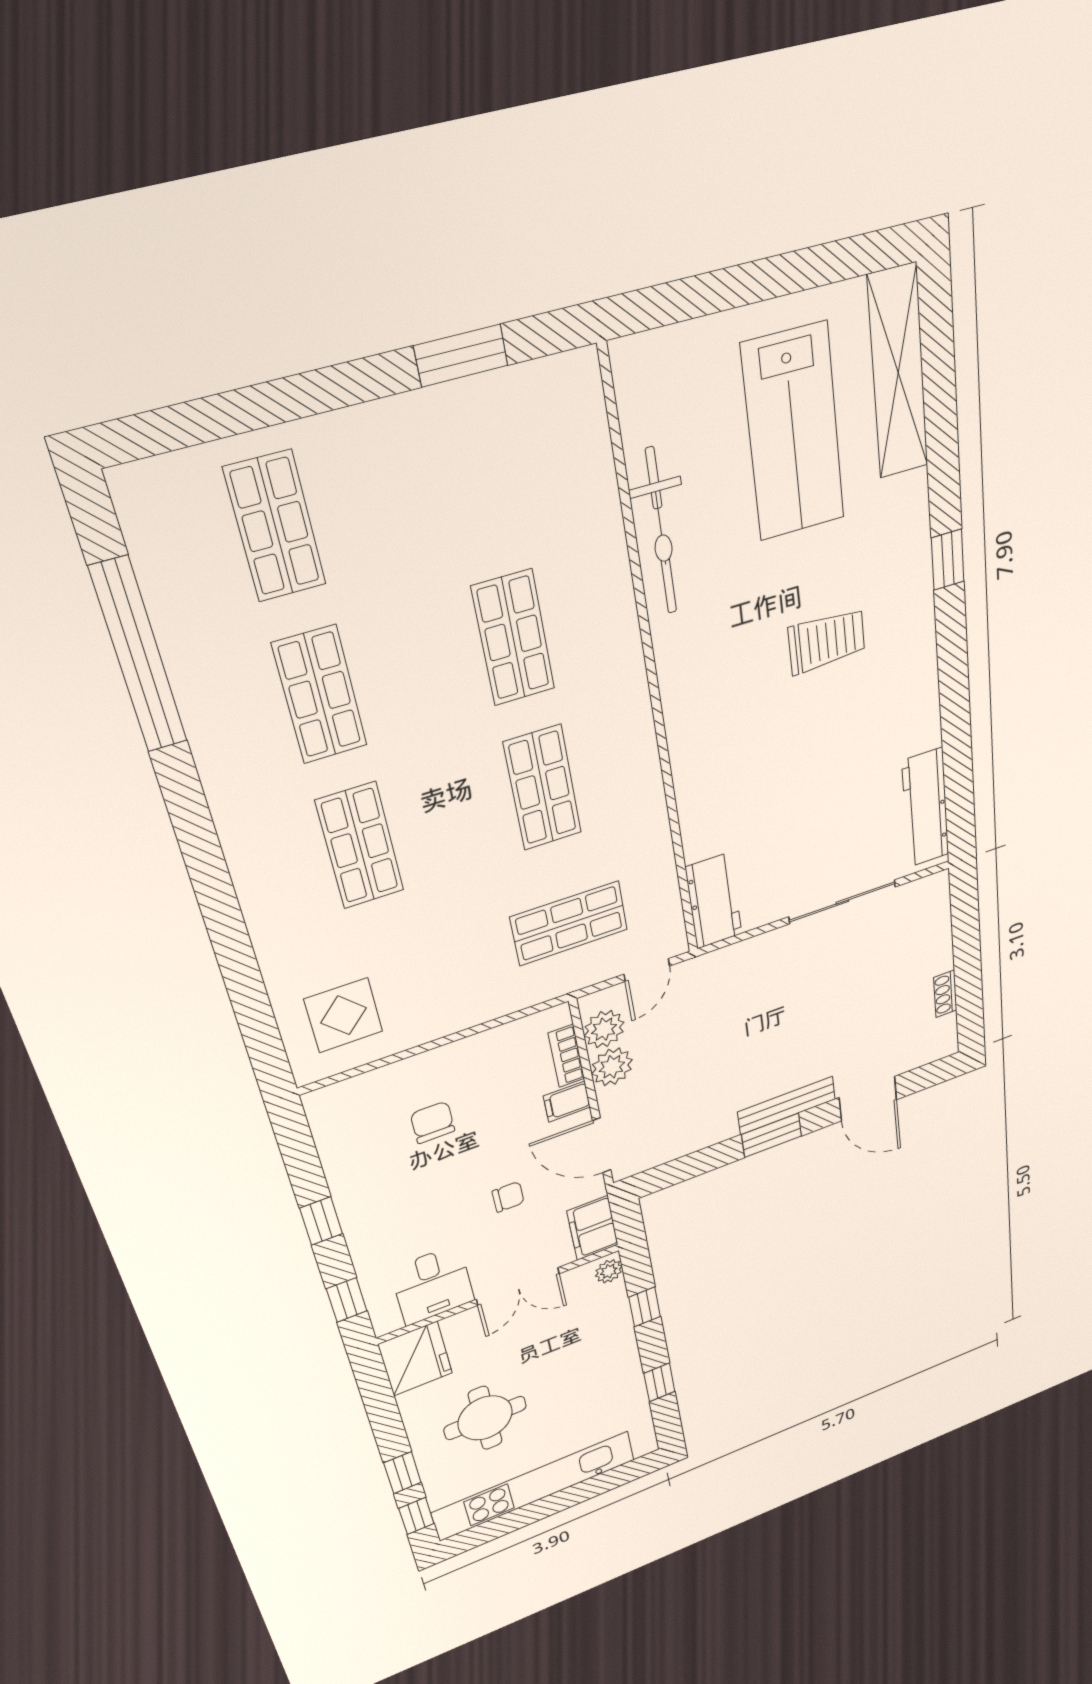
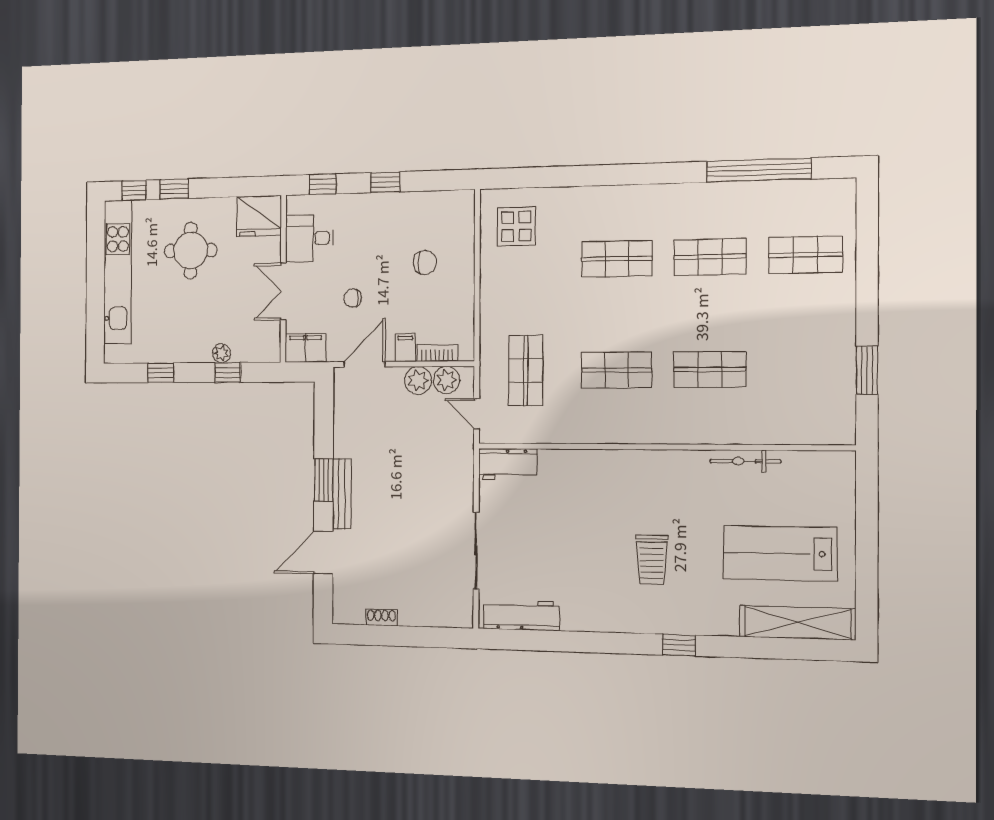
bicycle: (661, 532) -> (745, 461), width x0.73, depth x0.71
chair: (508, 1197) -> (353, 298), turned 90
plant: (609, 1271) -> (221, 353), moved

